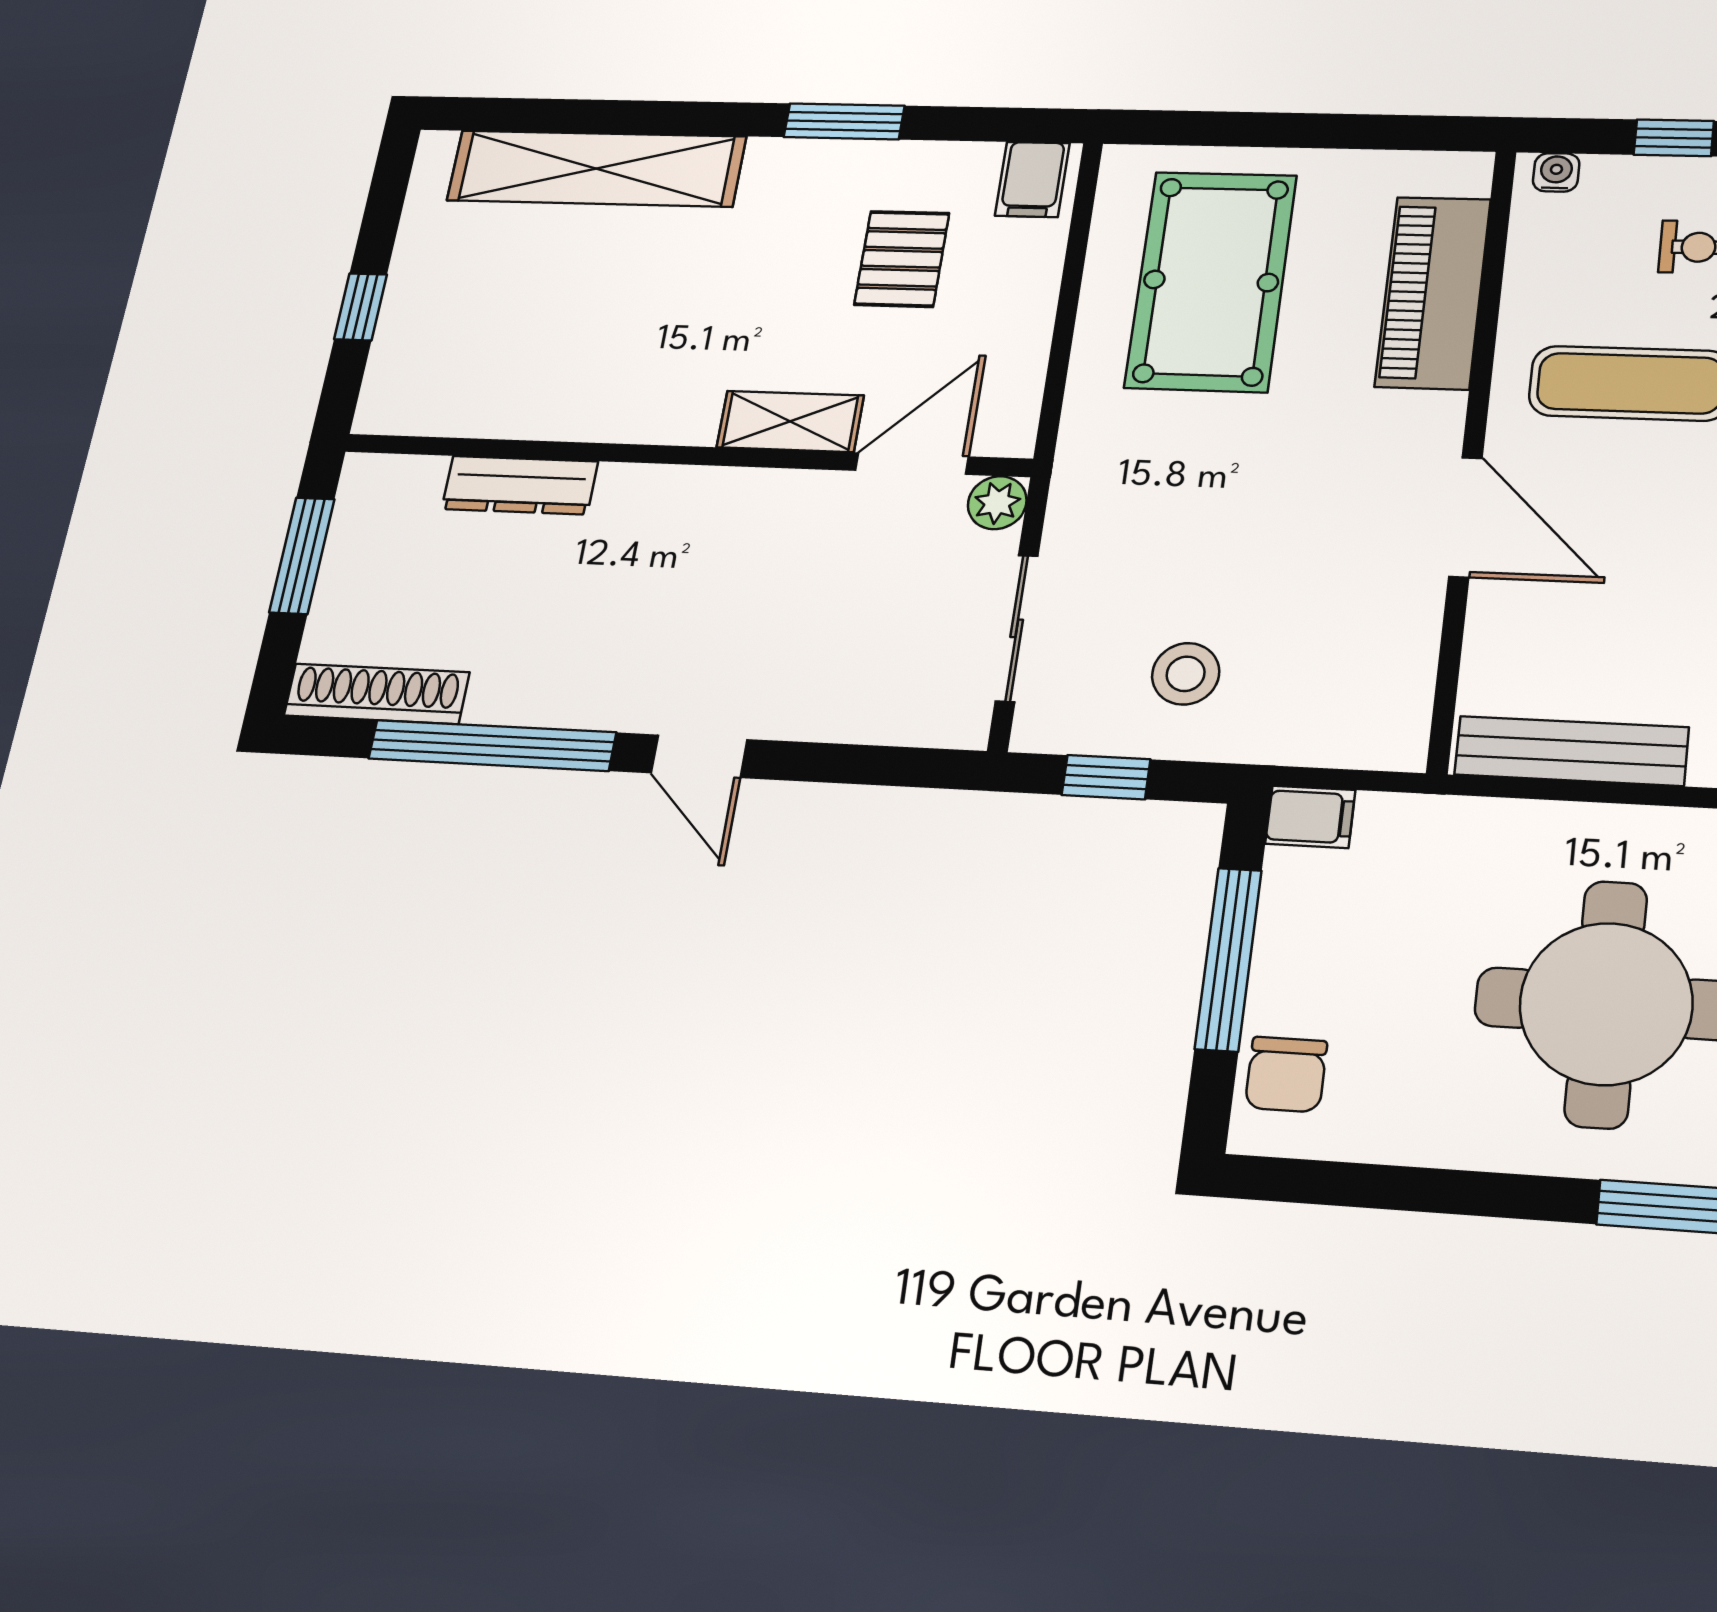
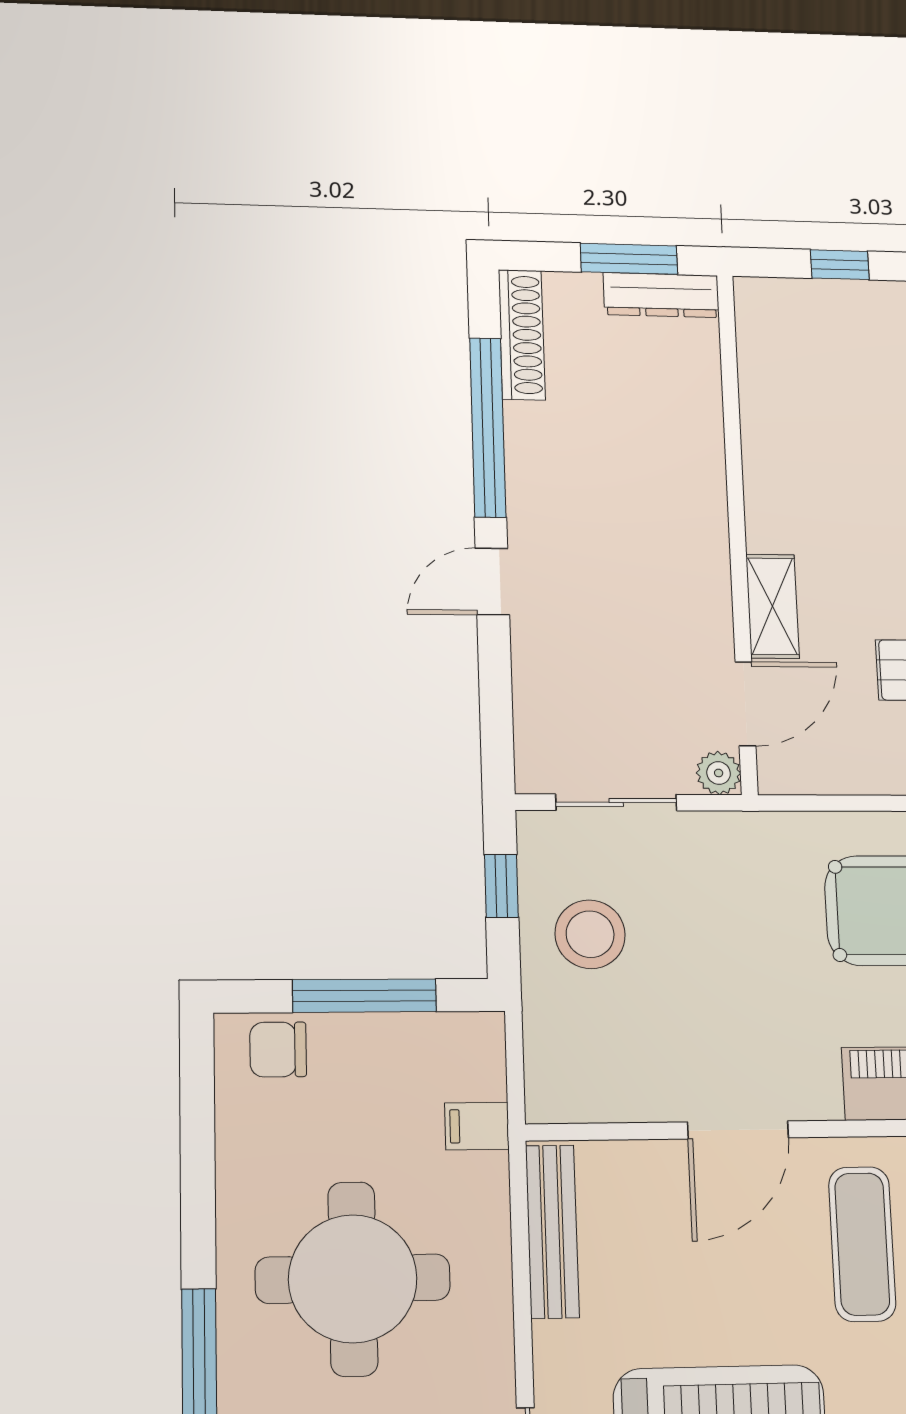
door: (912, 464) -> (745, 704), hinge flipped
dresser: (520, 485) -> (661, 295), moved, turned -90
stool: (1186, 674) -> (590, 934), width x1.38, depth x1.38
filing cabinet: (1310, 817) -> (477, 1126), moved, turned 90

